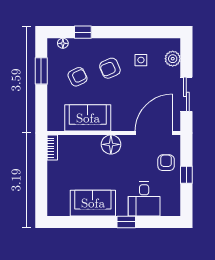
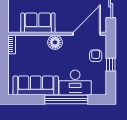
desk: (144, 199) -> (75, 83), width x1.37
sofa: (93, 203) -> (36, 86), width x1.36
window: (126, 222) -> (66, 100), width x3.17

